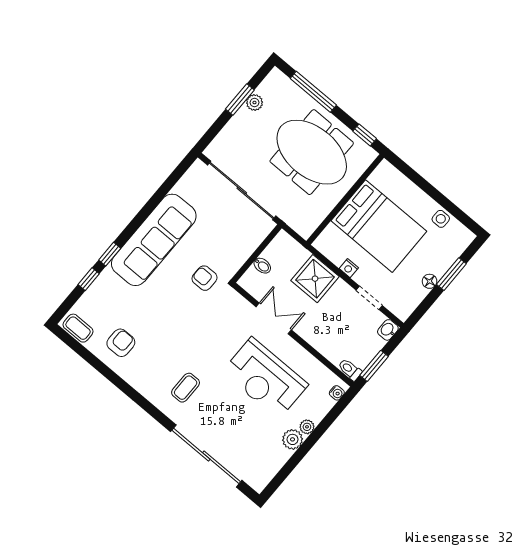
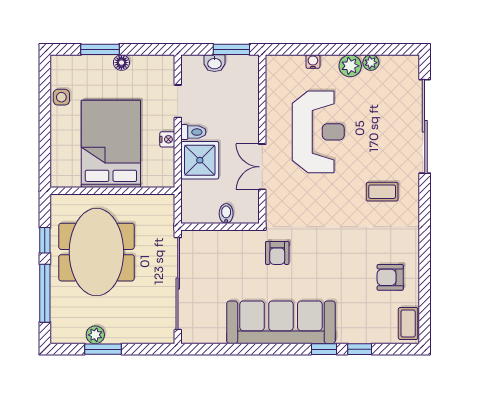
window: (365, 135) -> (45, 240), moved
washbasin: (388, 330) -> (215, 63), moved
toilet: (350, 370) -> (193, 132), moved, turned -90
water cooler: (337, 393) -> (313, 62), moved
plant: (307, 427) -> (371, 63), moved

